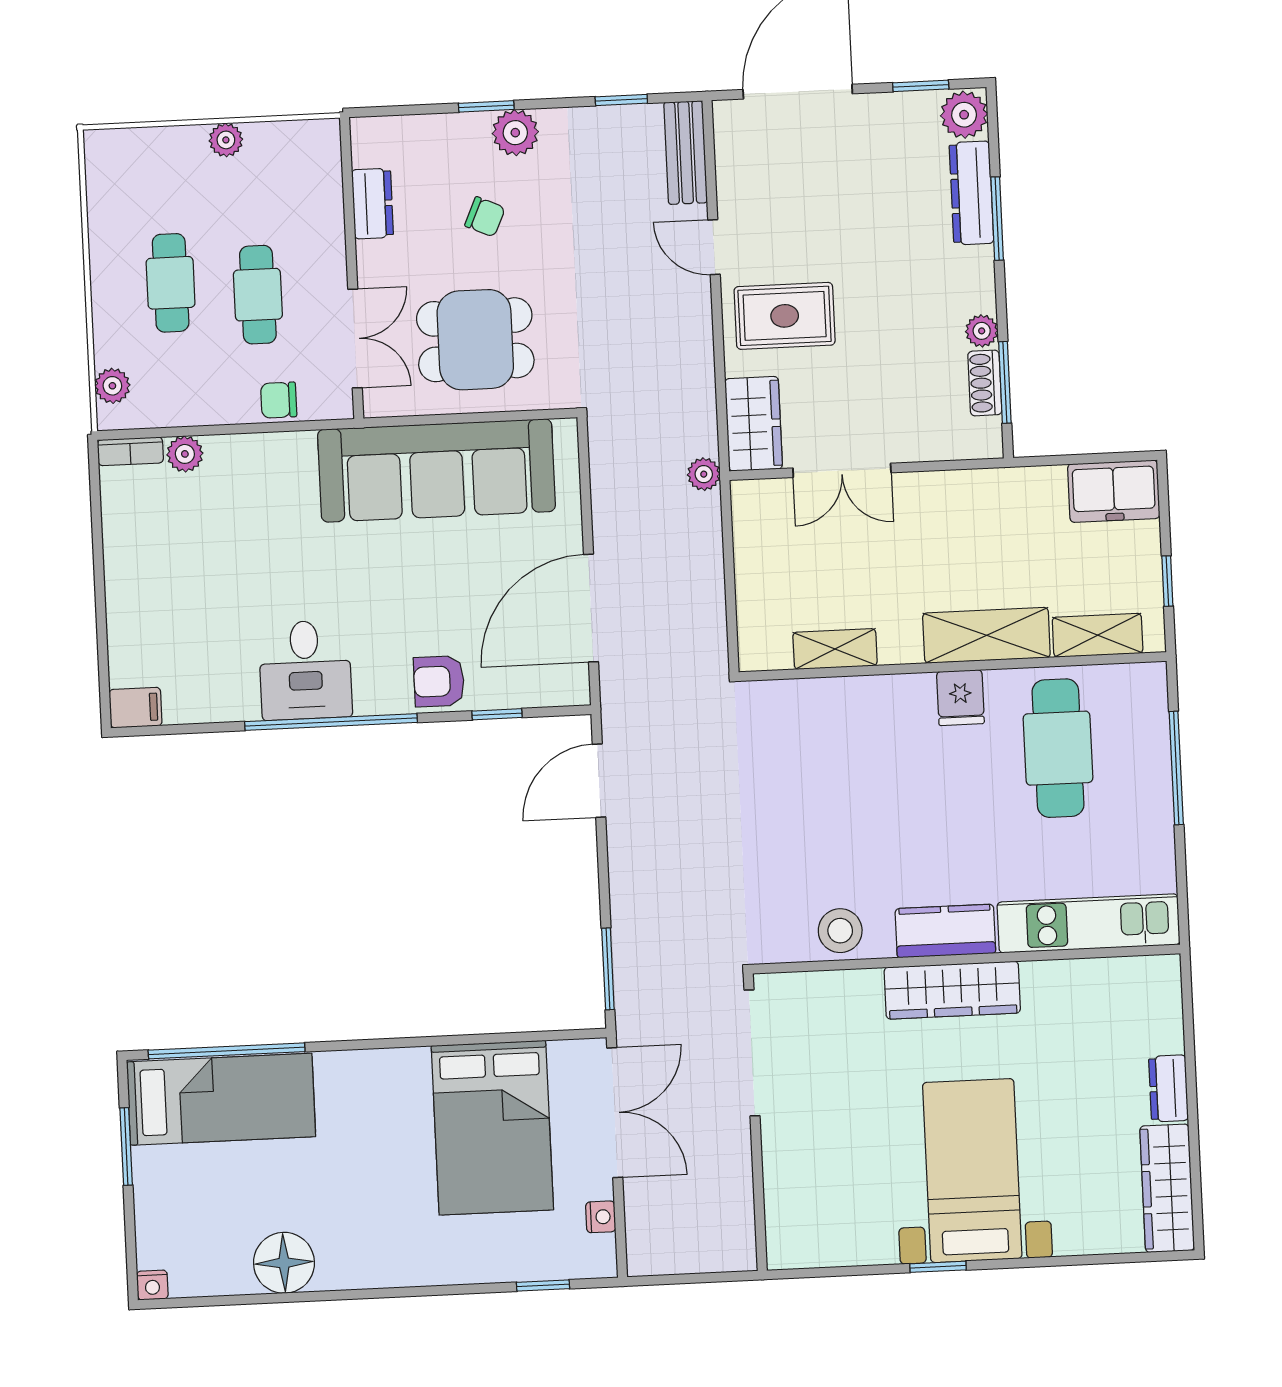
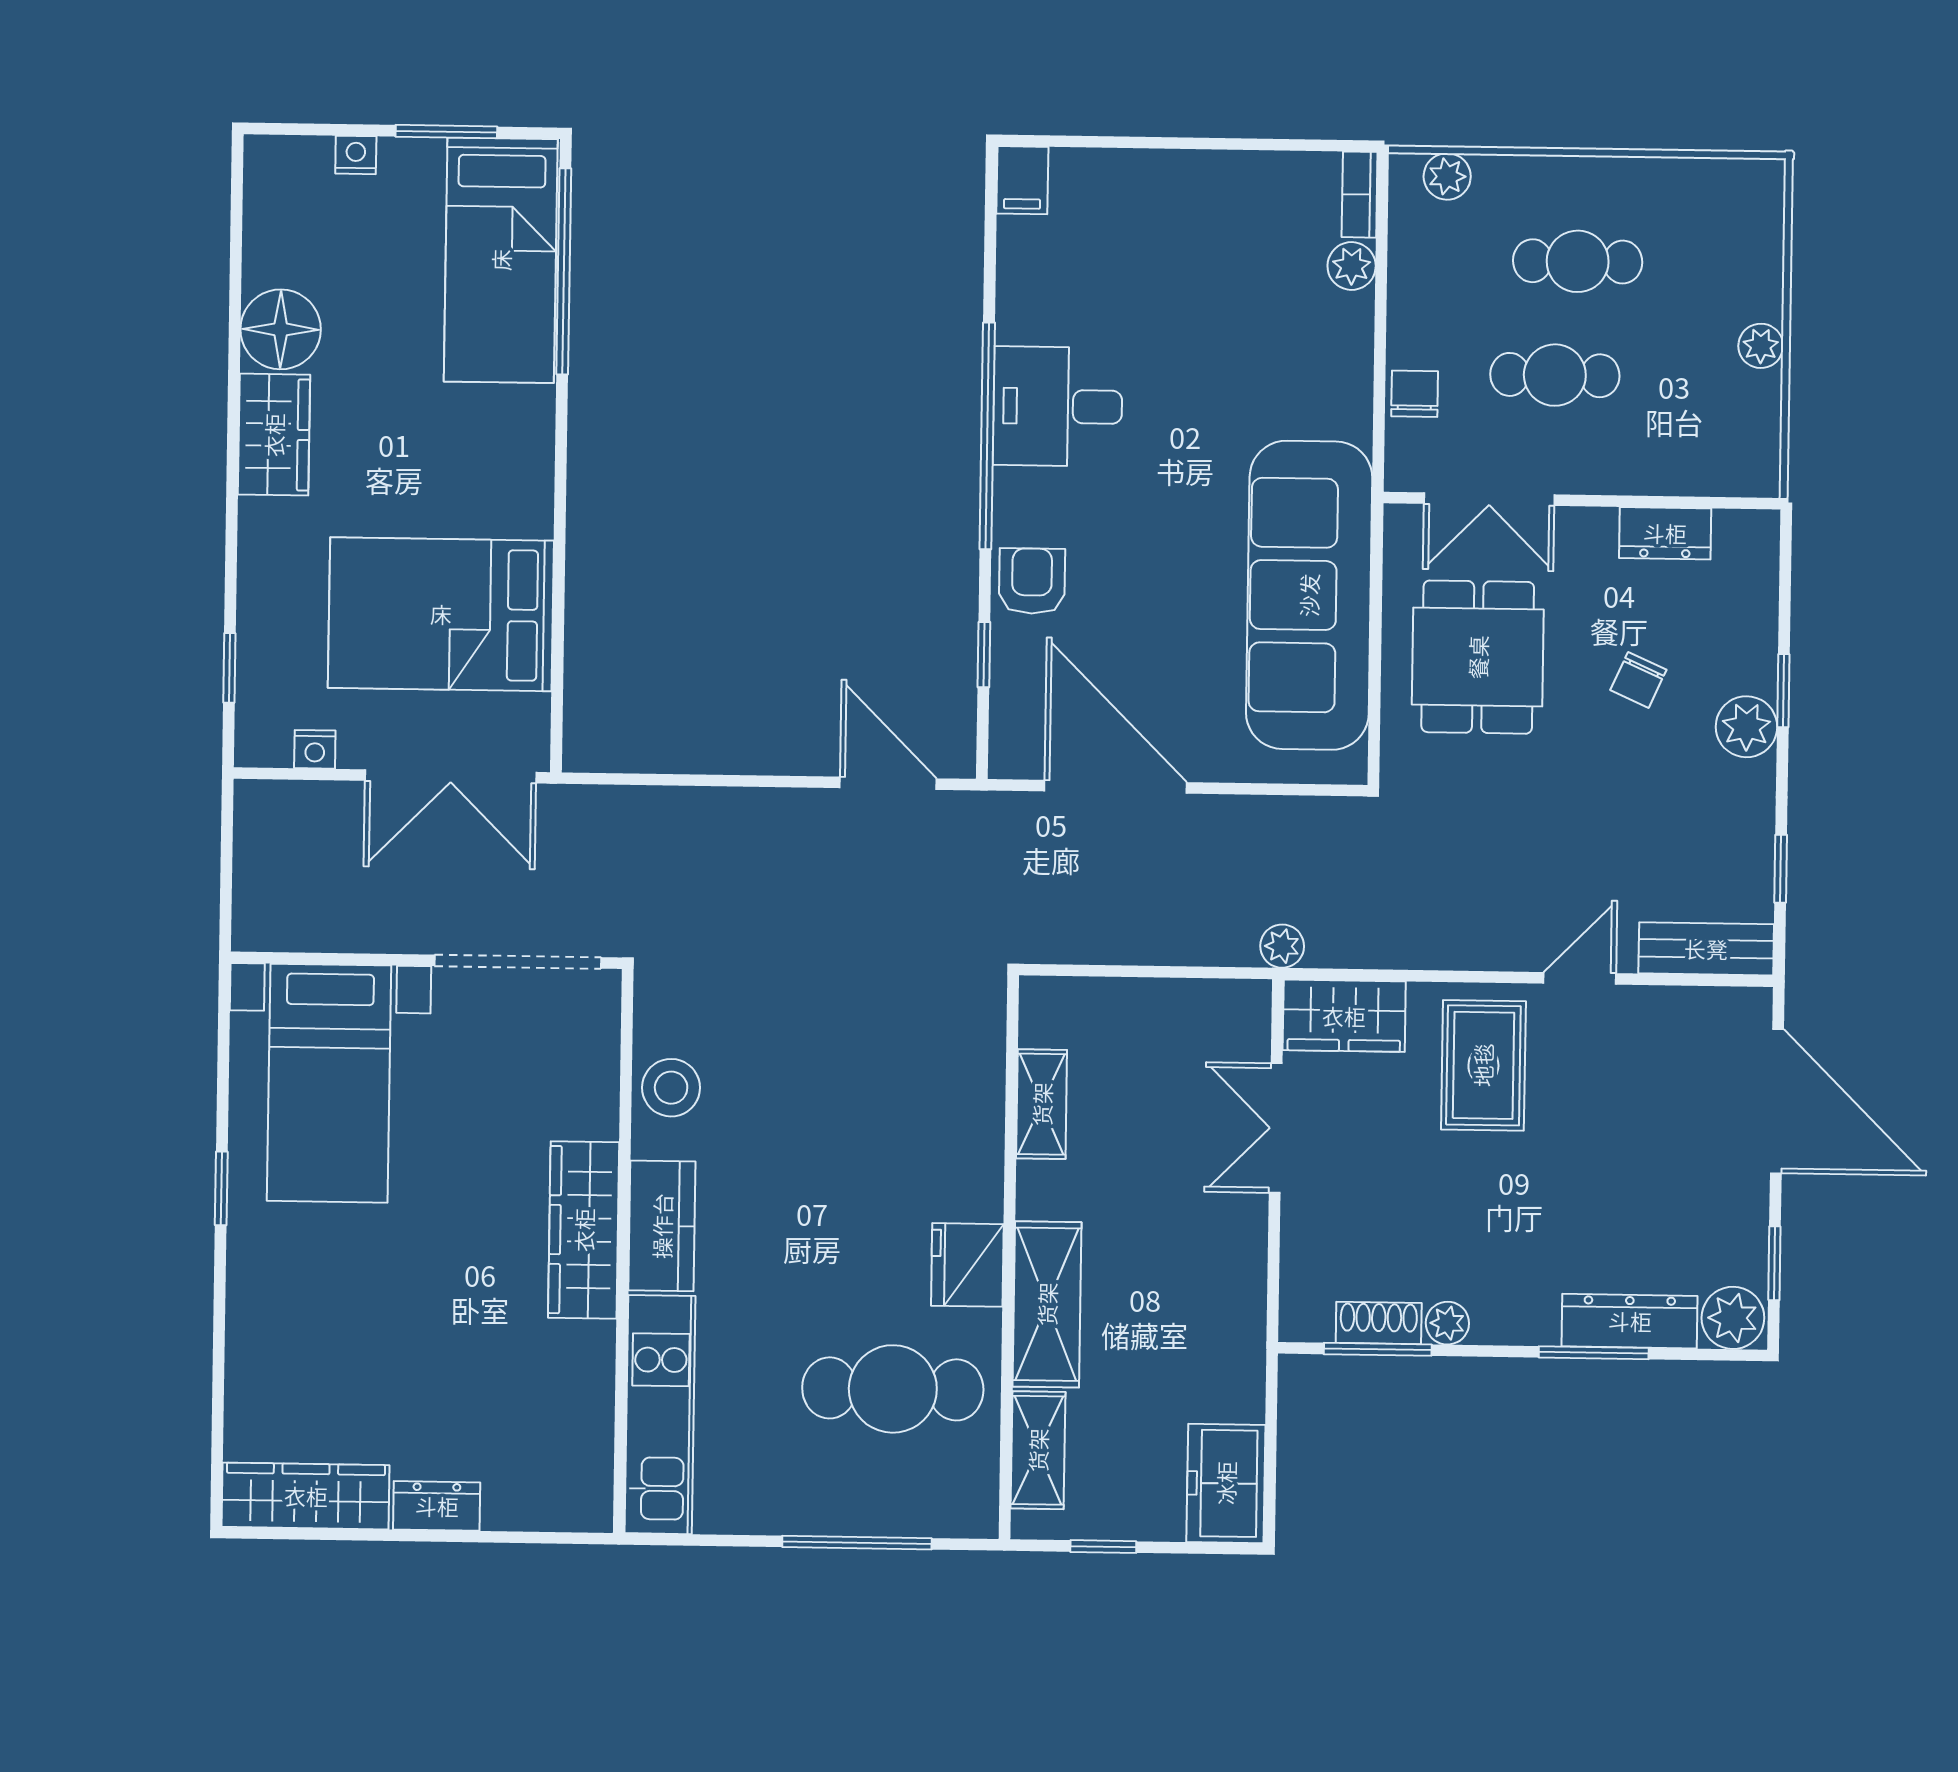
fridge: (960, 698) -> (967, 1265), width x1.38
window: (608, 969) -> (640, 779), removed
bed with nightstands: (972, 1171) -> (329, 1083), moved, turned 90
wardrobe: (364, 1263) -> (274, 435), added
nightstand: (152, 1285) -> (356, 155), moved, turned 90

